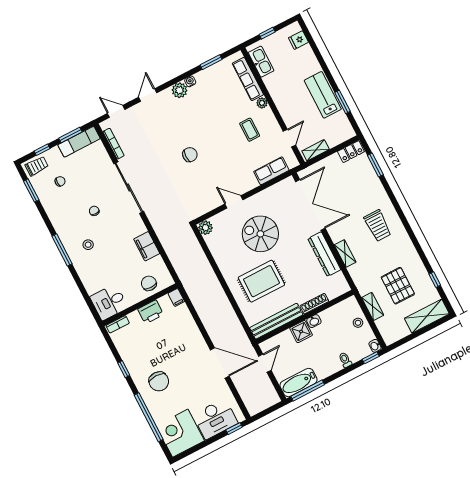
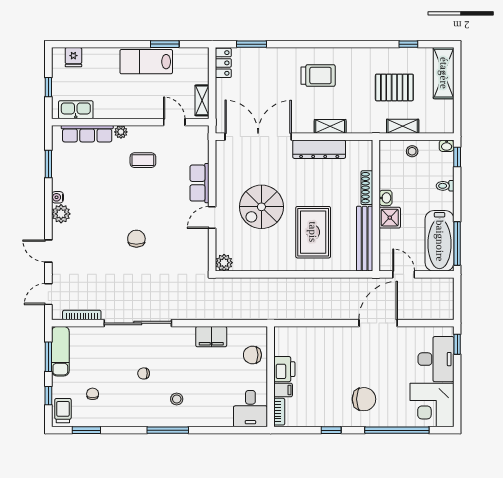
row of seats: (271, 171) -> (200, 183), moved
filing cabinet: (176, 297) -> (283, 390), moved
bathtub: (298, 383) -> (440, 241), width x1.36, depth x1.36

